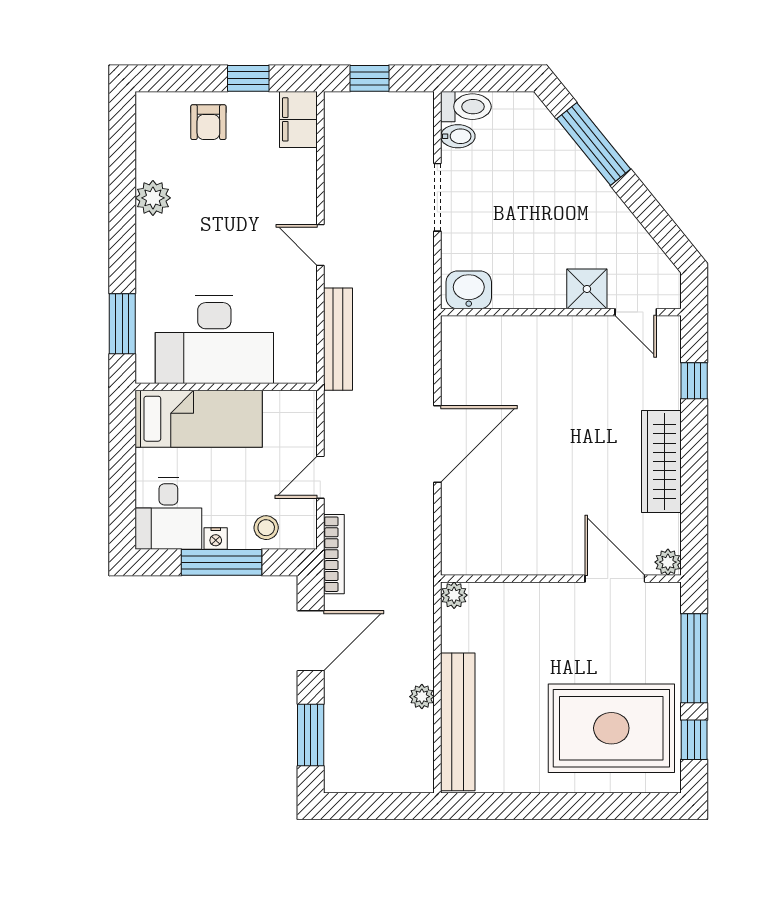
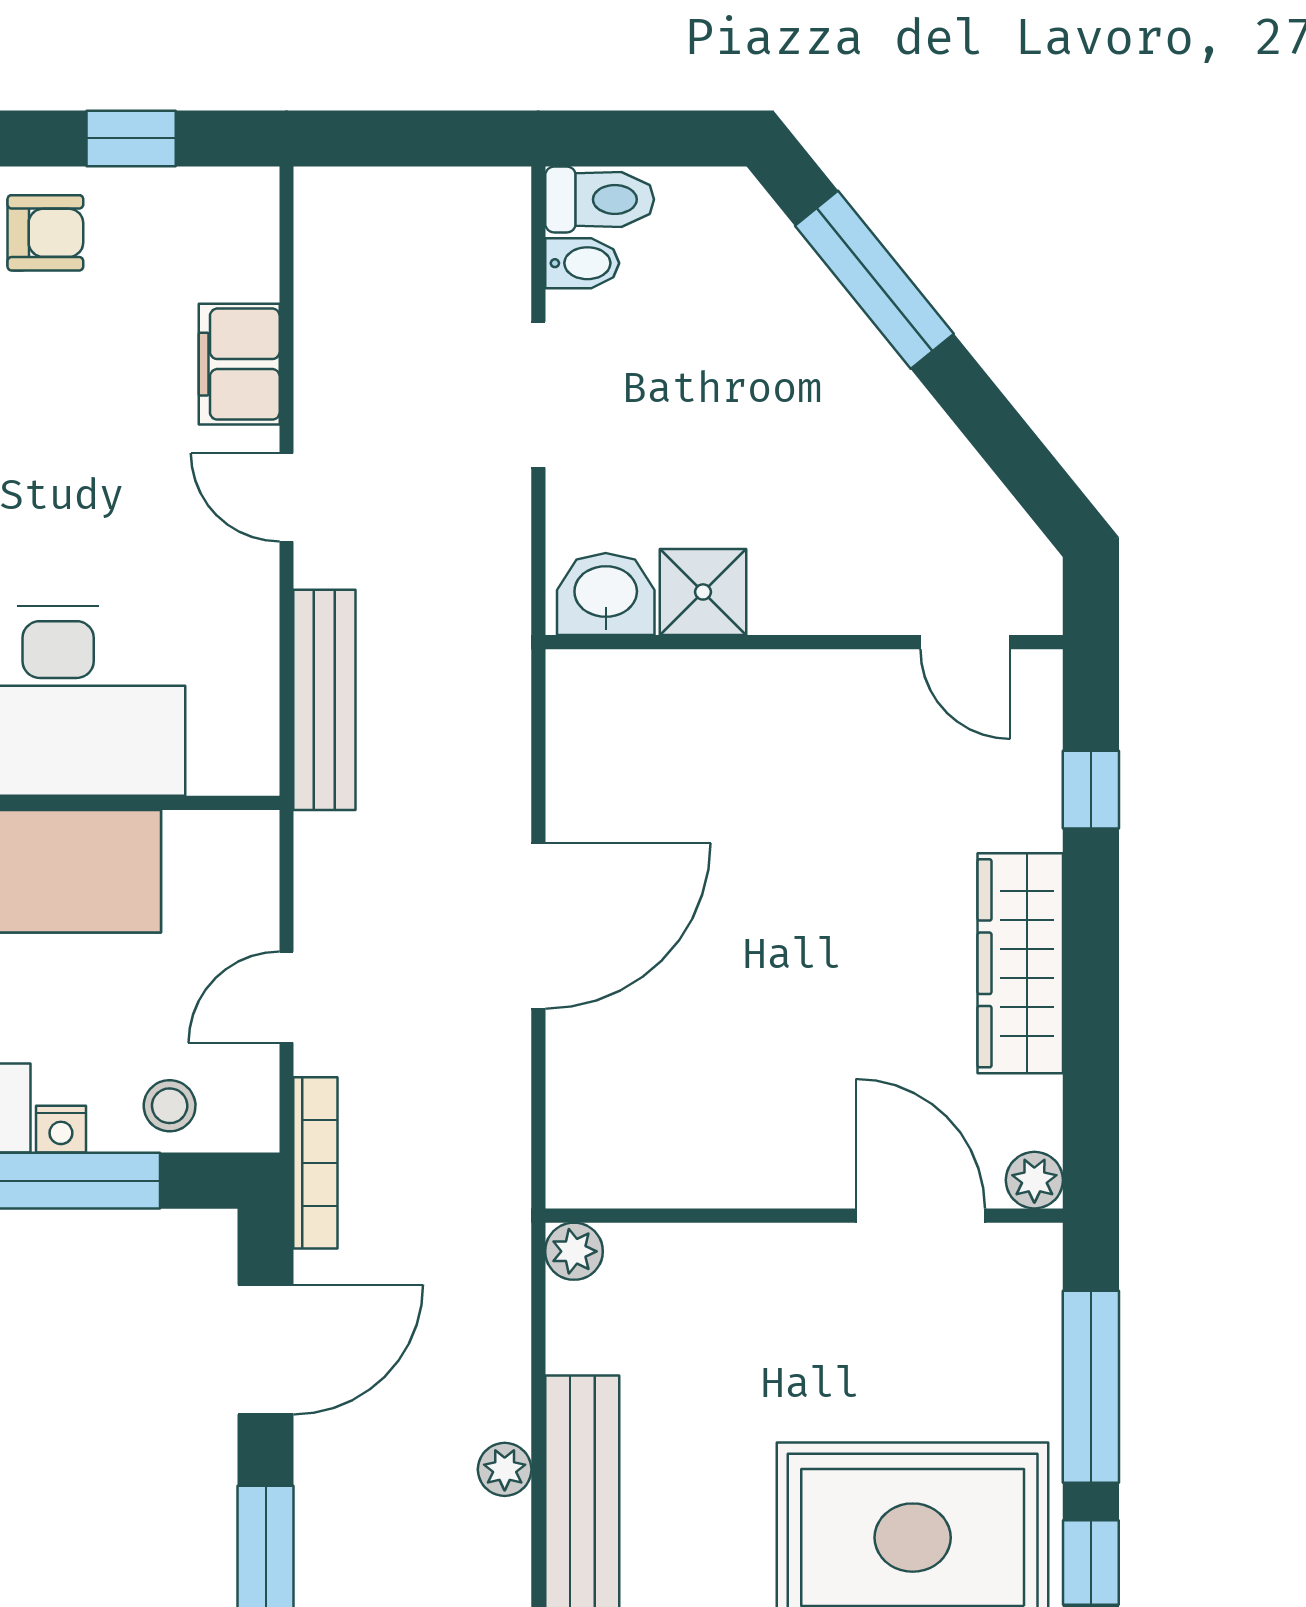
window: (369, 78) -> (392, 138), removed
filing cabinet: (298, 119) -> (239, 364), moved
armchair: (208, 122) -> (45, 233), turned -90
shower: (587, 289) -> (703, 592), moved

